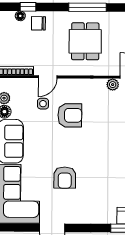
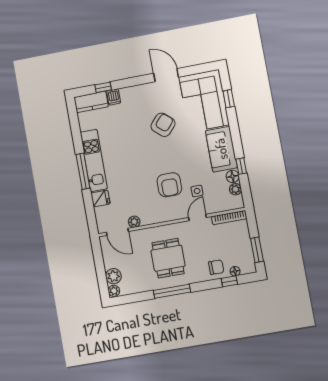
armchair: (70, 115) -> (169, 185), turned -90
armchair: (65, 178) -> (163, 125), turned 42
dishwasher: (110, 216) -> (114, 97), added

